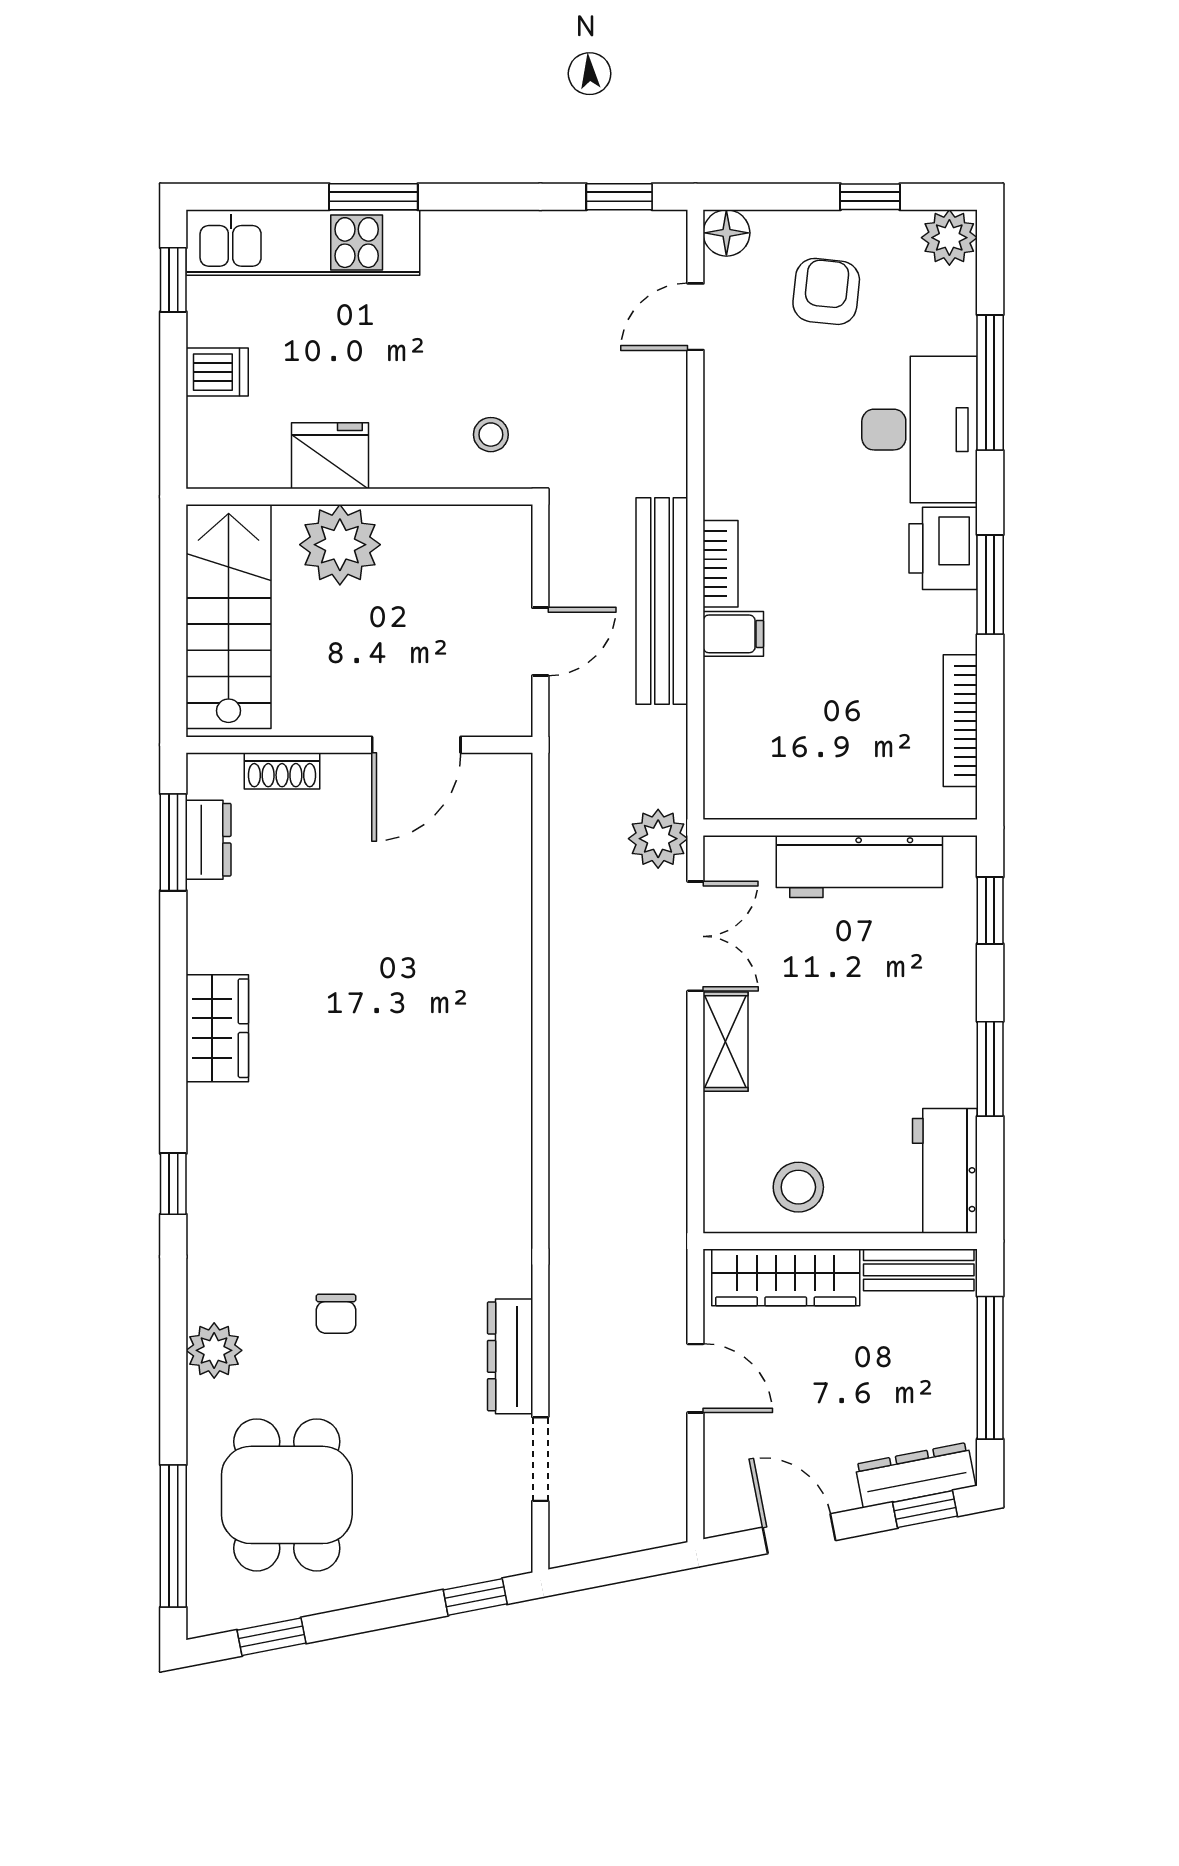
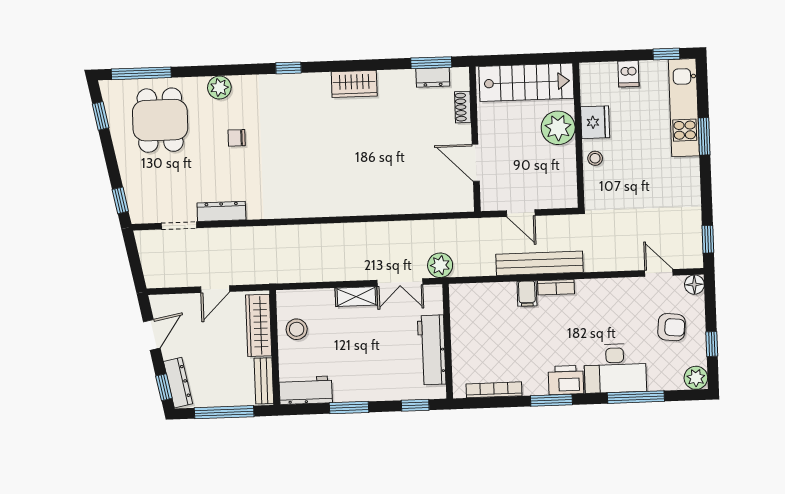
stool: (491, 435) -> (595, 158), moved
dining table: (287, 1495) -> (160, 120), turned 90

